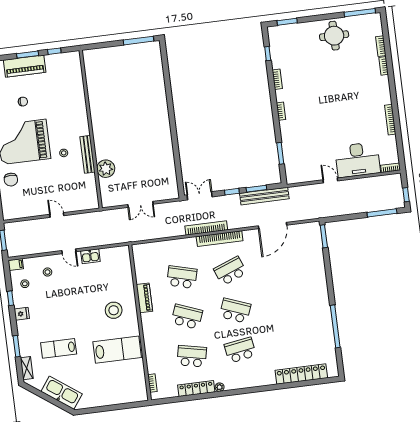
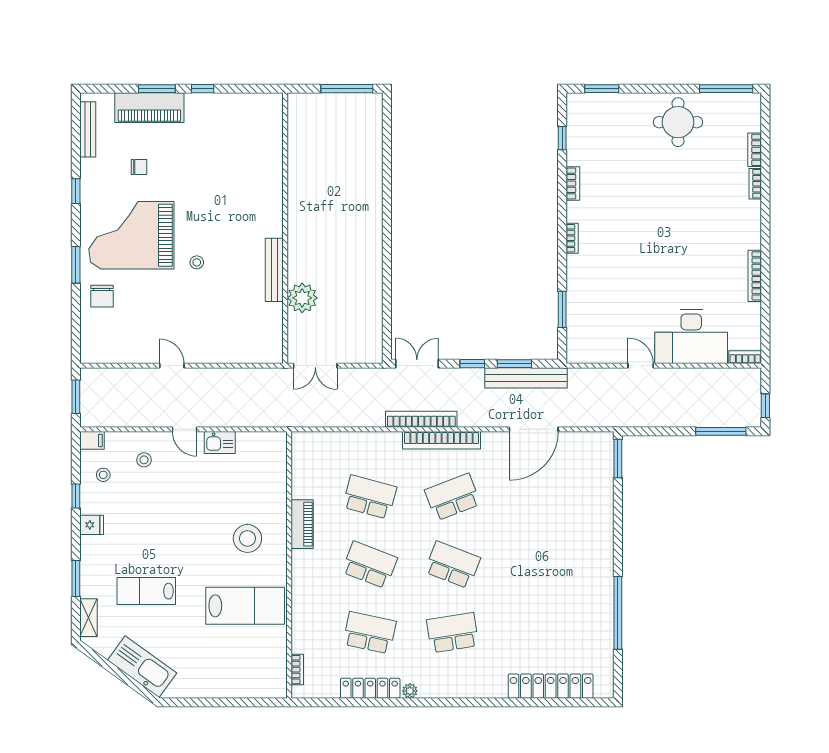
wall: (91, 129) -> (285, 228), moved
bench: (87, 154) -> (274, 270), moved
plant: (106, 169) -> (302, 298), moved

